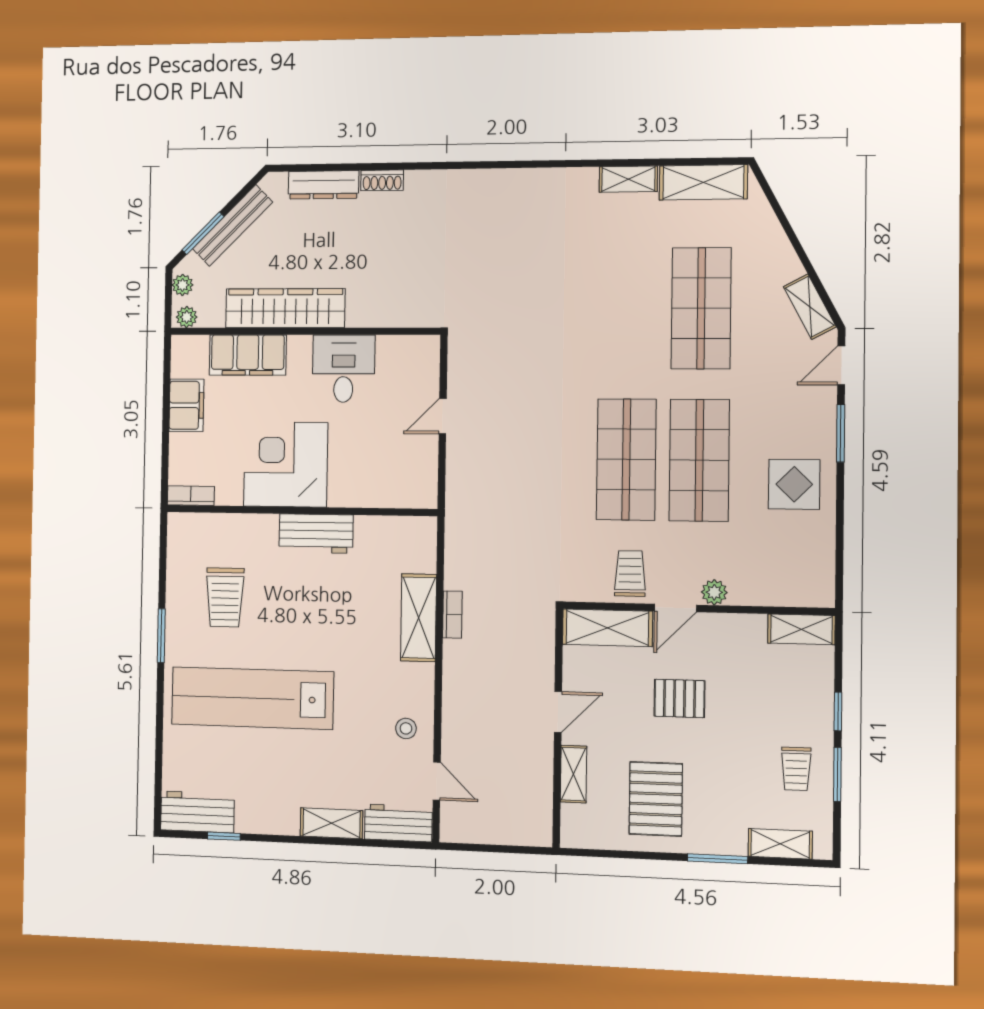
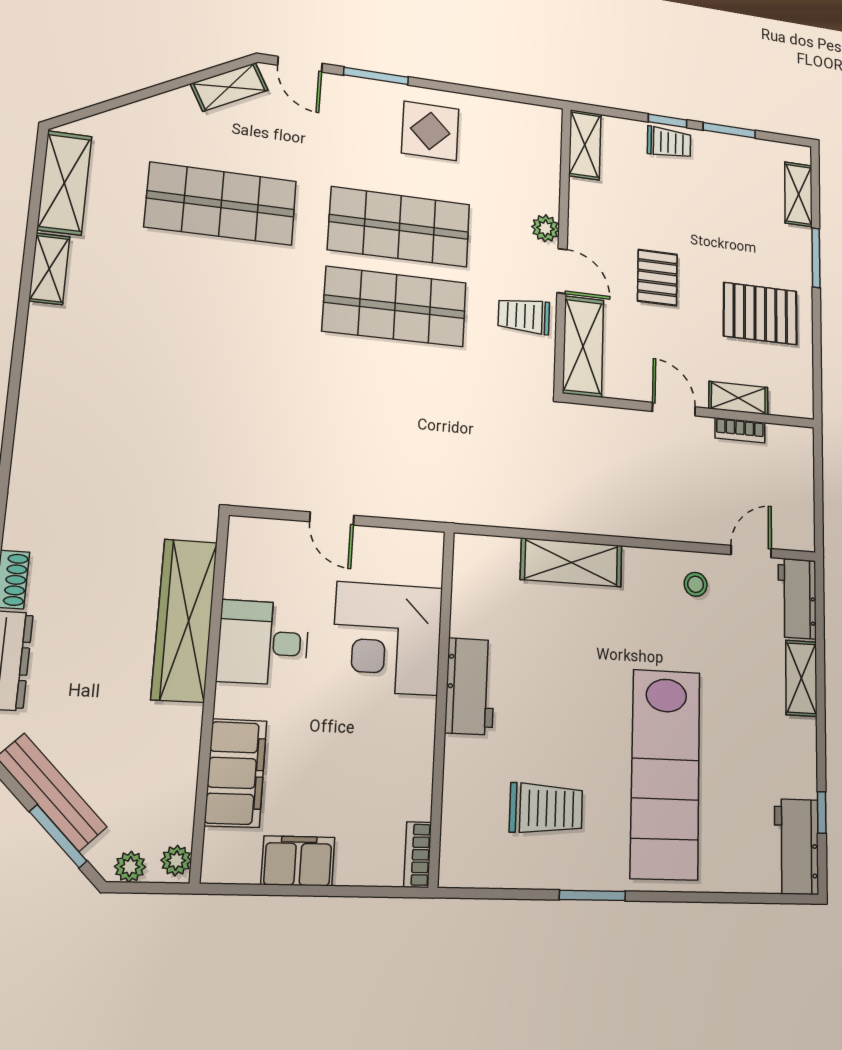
wardrobe: (285, 308) -> (184, 620), moved
corner desk: (286, 464) -> (387, 638), moved
bookcase: (452, 614) -> (740, 430), moved, turned 180
trolley: (796, 769) -> (669, 143), moved

